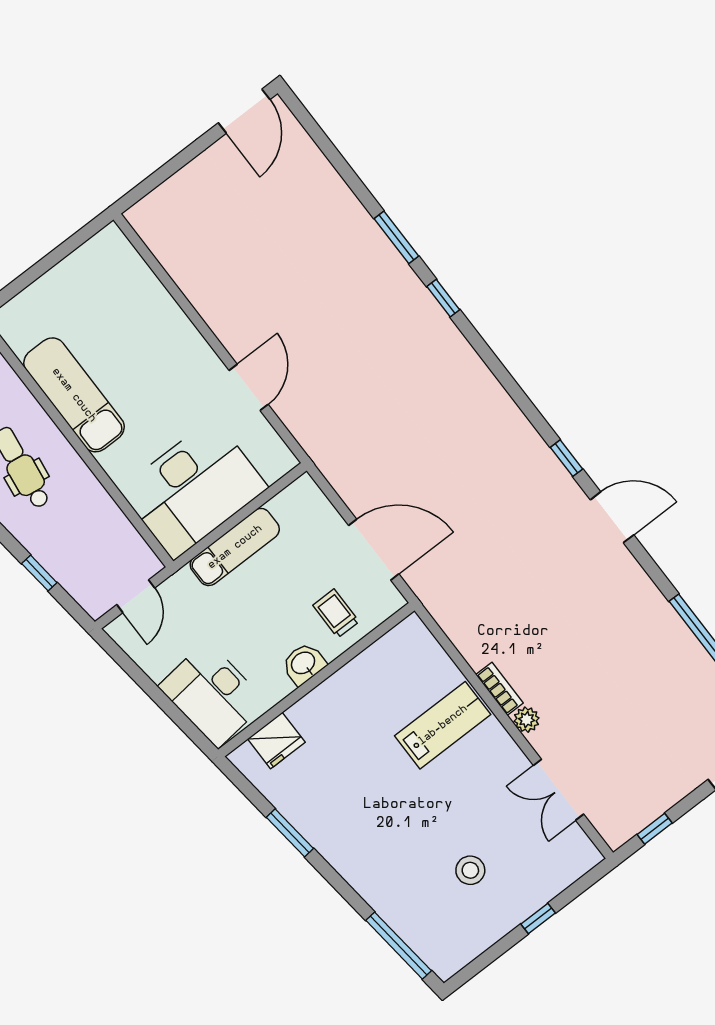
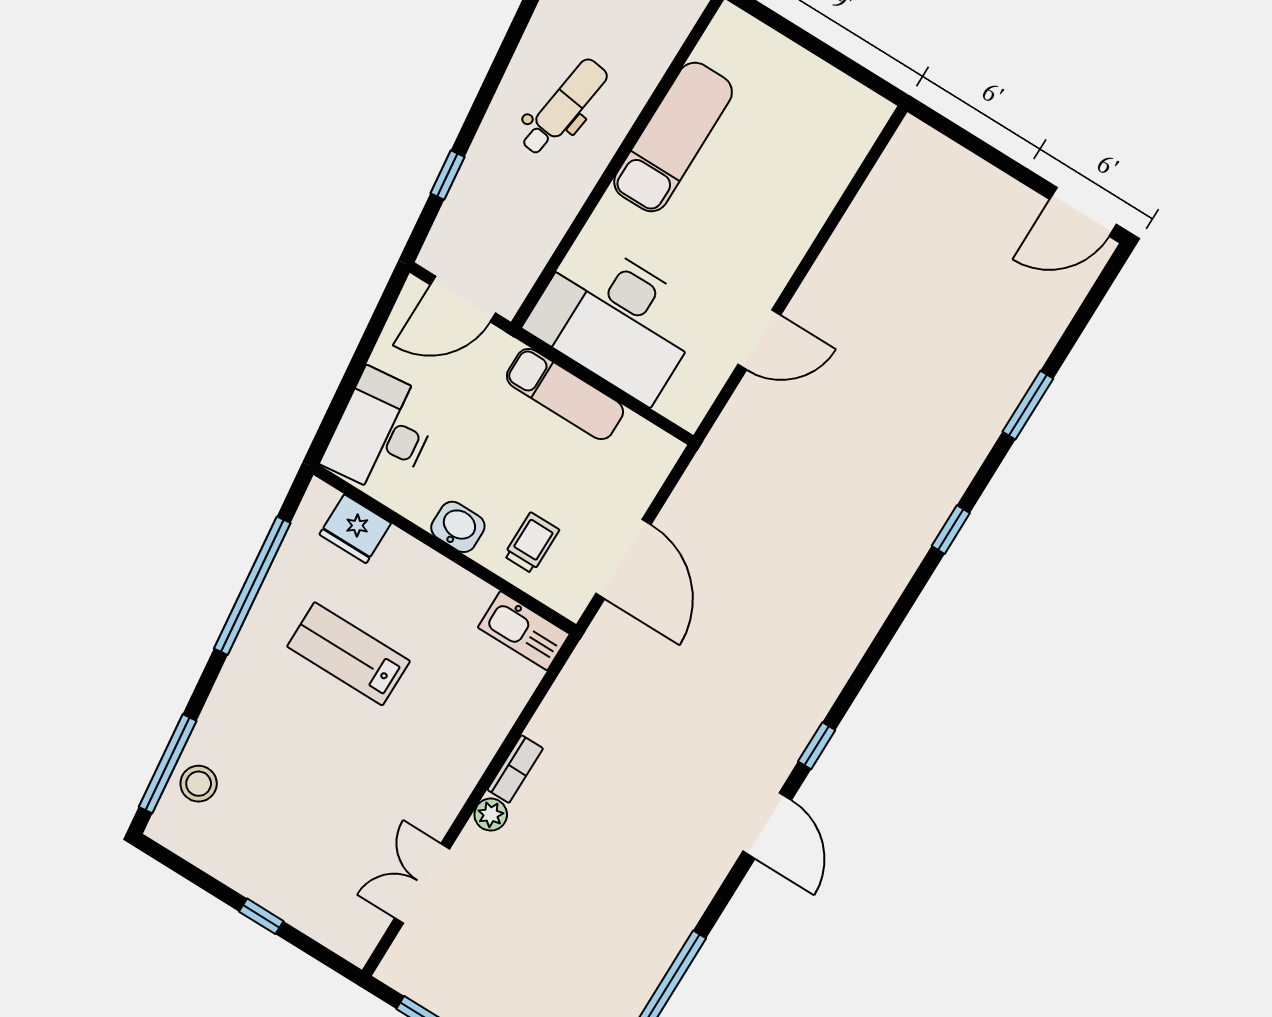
window: (396, 237) -> (1028, 405), moved
door: (136, 596) -> (463, 299), width x1.38
kitchen sink: (399, 644) -> (524, 631), added
lab bench: (443, 725) -> (349, 654), moved, turned 180
window: (290, 833) -> (252, 586), width x2.11
stool: (470, 870) -> (199, 784), moved

